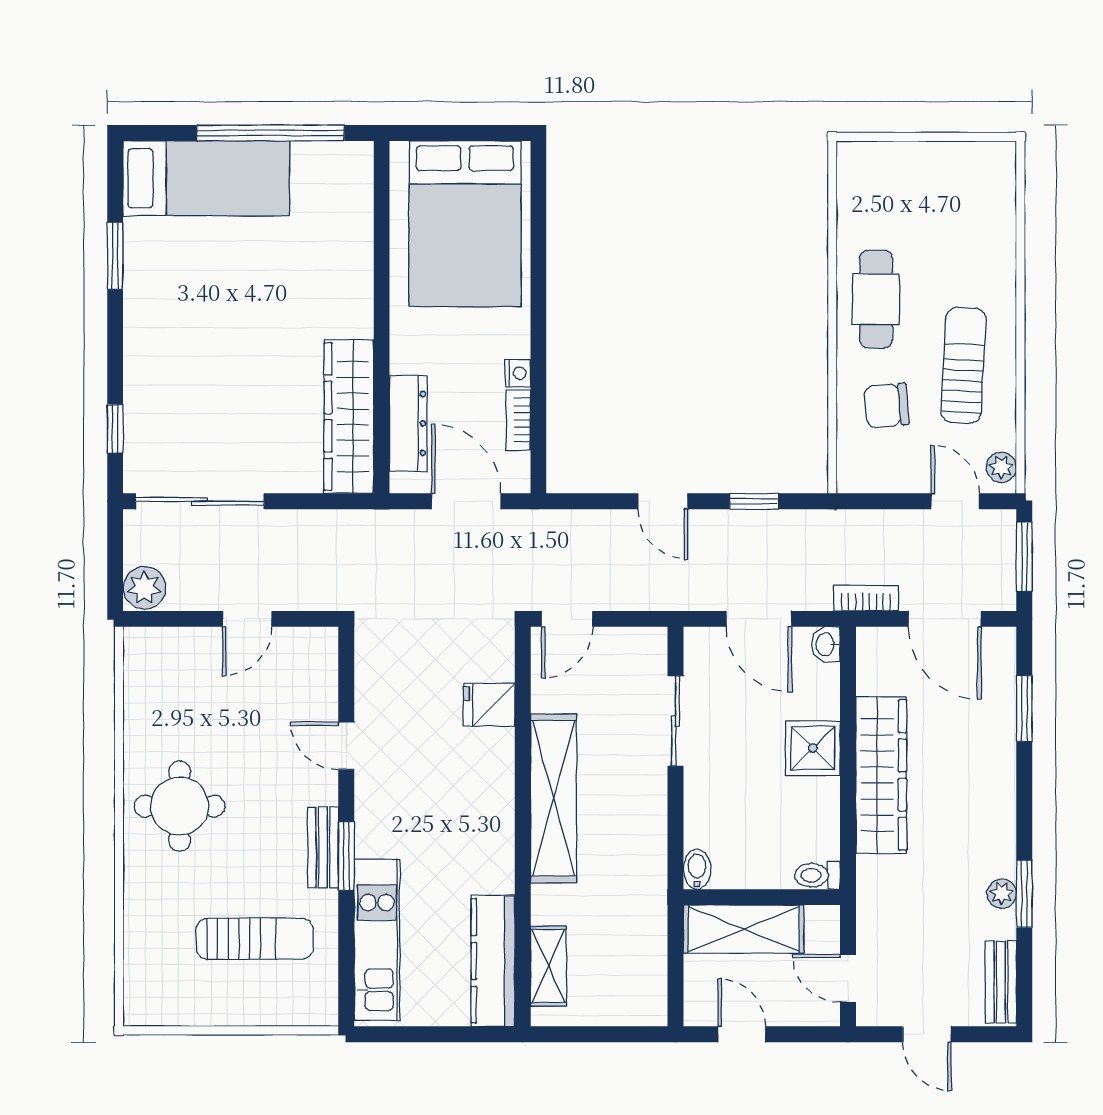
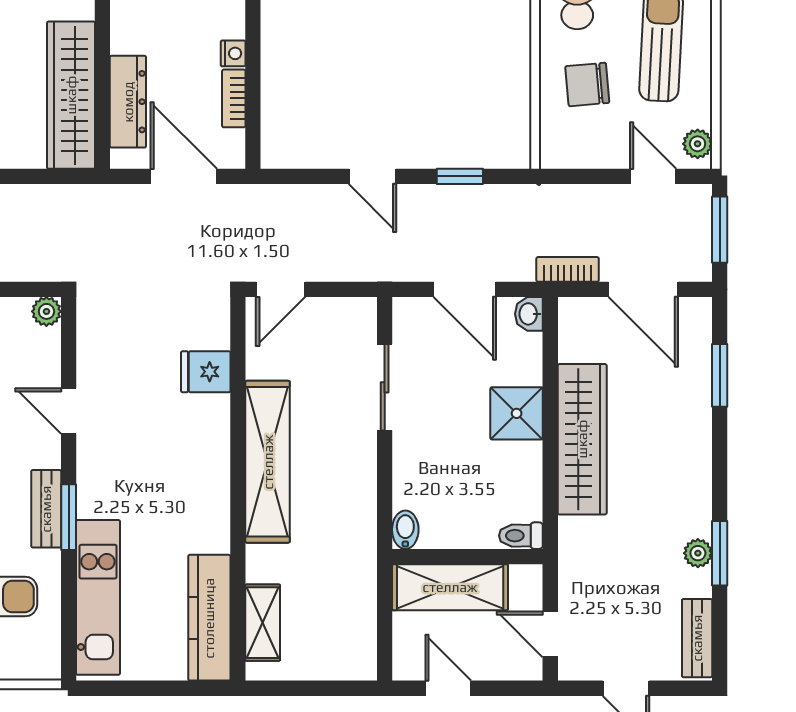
plant: (323, 642) -> (46, 311), added

